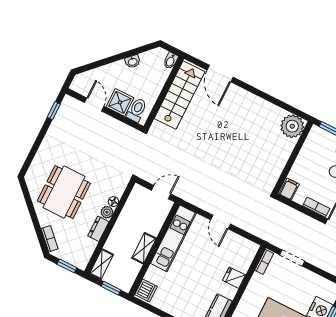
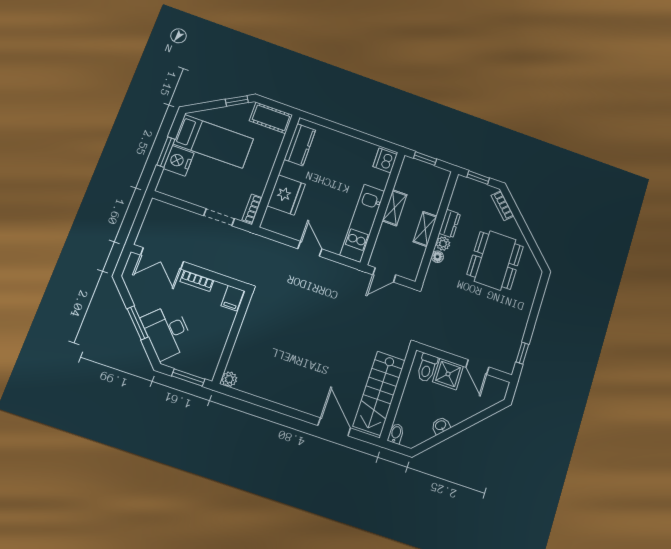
plant: (292, 126) -> (229, 379), width x0.53, depth x0.53
shelving: (102, 264) -> (425, 229), moved
fridge: (234, 278) -> (286, 195), width x1.88, depth x1.34

